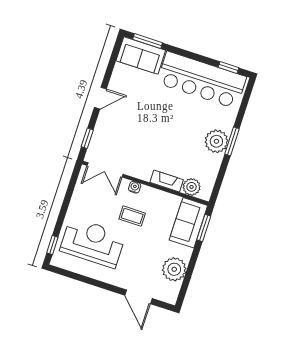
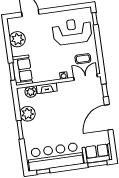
door: (100, 98) -> (109, 117), width x1.88
plant: (216, 141) -> (28, 114), moved
coffee table: (132, 216) -> (83, 59), moved
reception desk: (93, 243) -> (72, 32), turned 180

